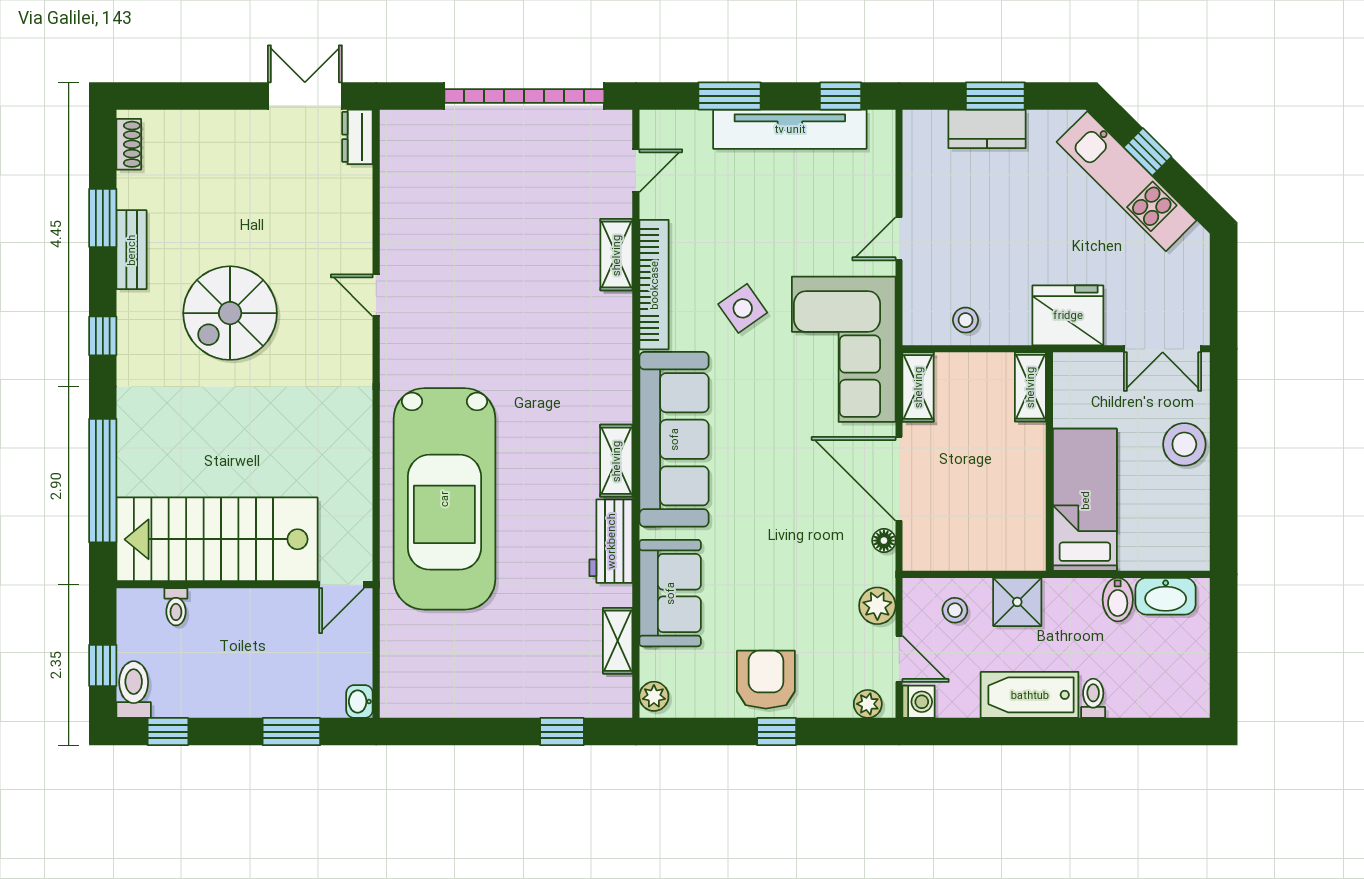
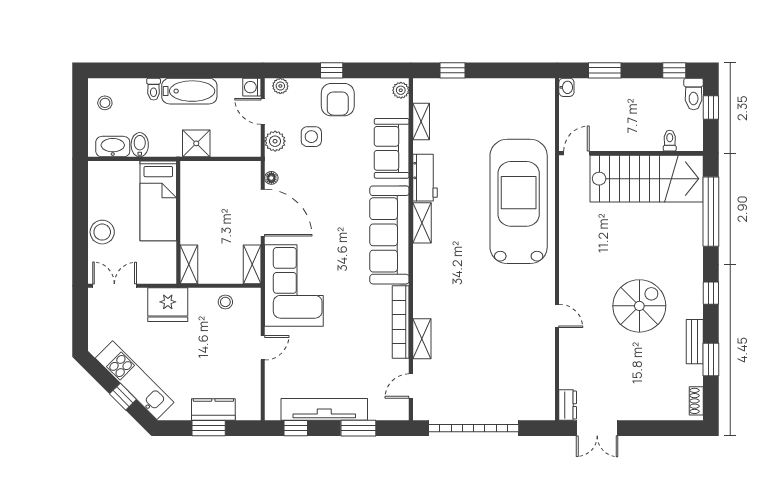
side table: (743, 308) -> (311, 137), moved, turned 35
stool: (955, 610) -> (105, 103), moved

